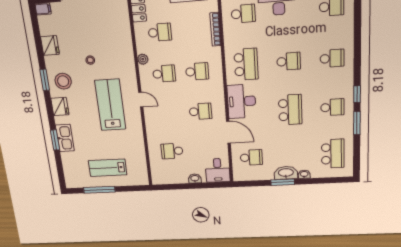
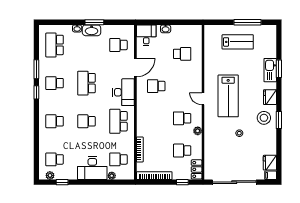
fridge: (50, 45) -> (270, 163), moved
school desk: (197, 71) -> (156, 118), removed
door: (228, 132) -> (135, 68), swing flipped

